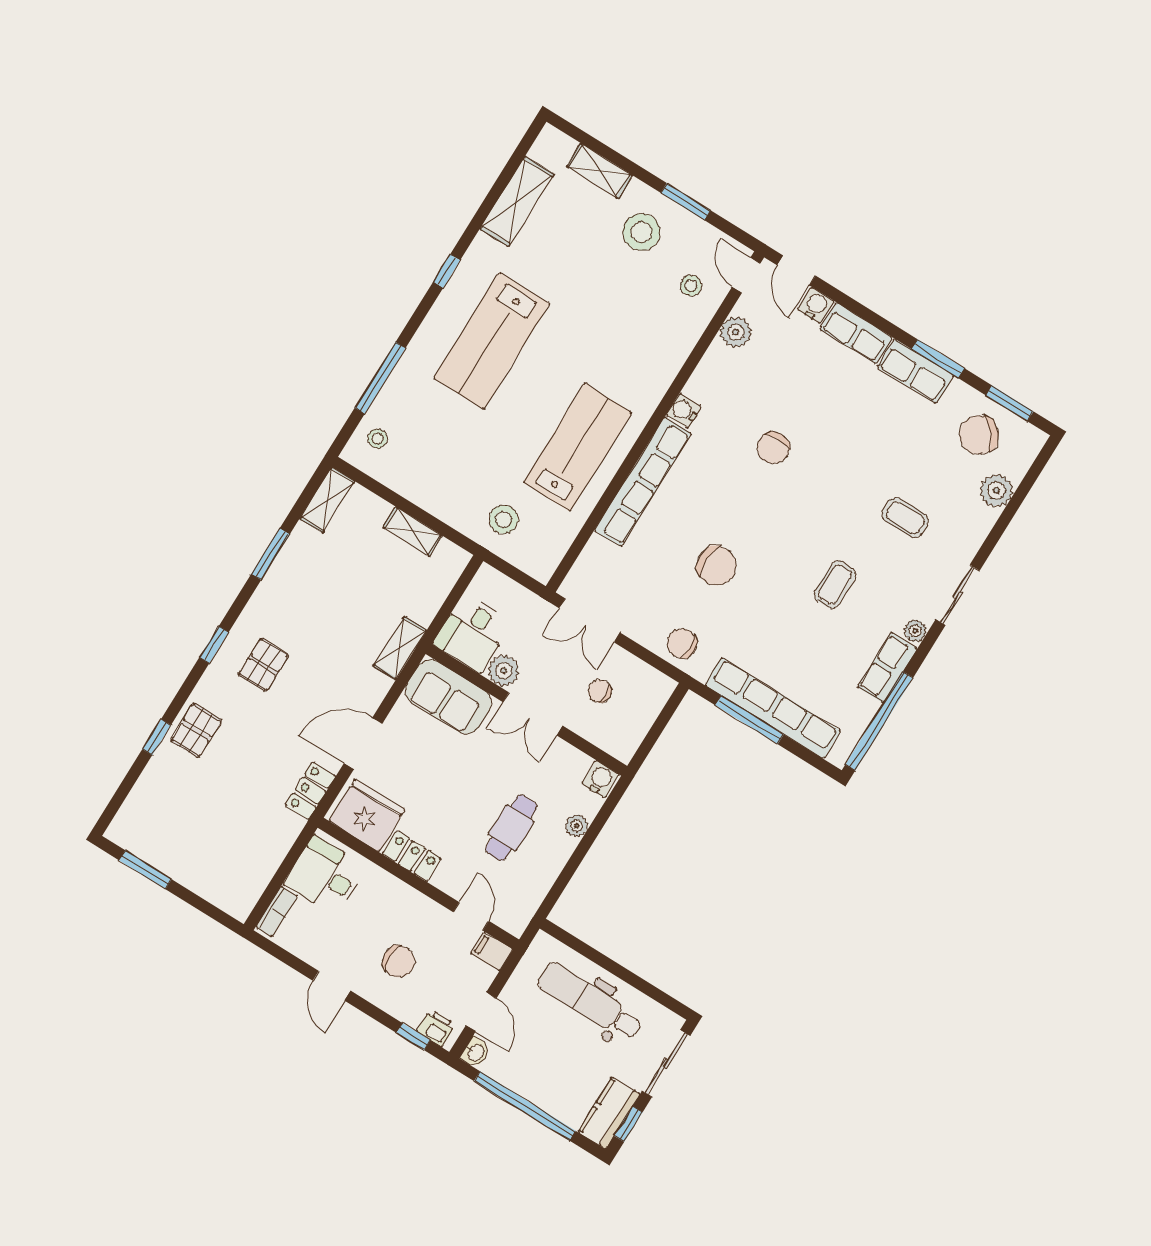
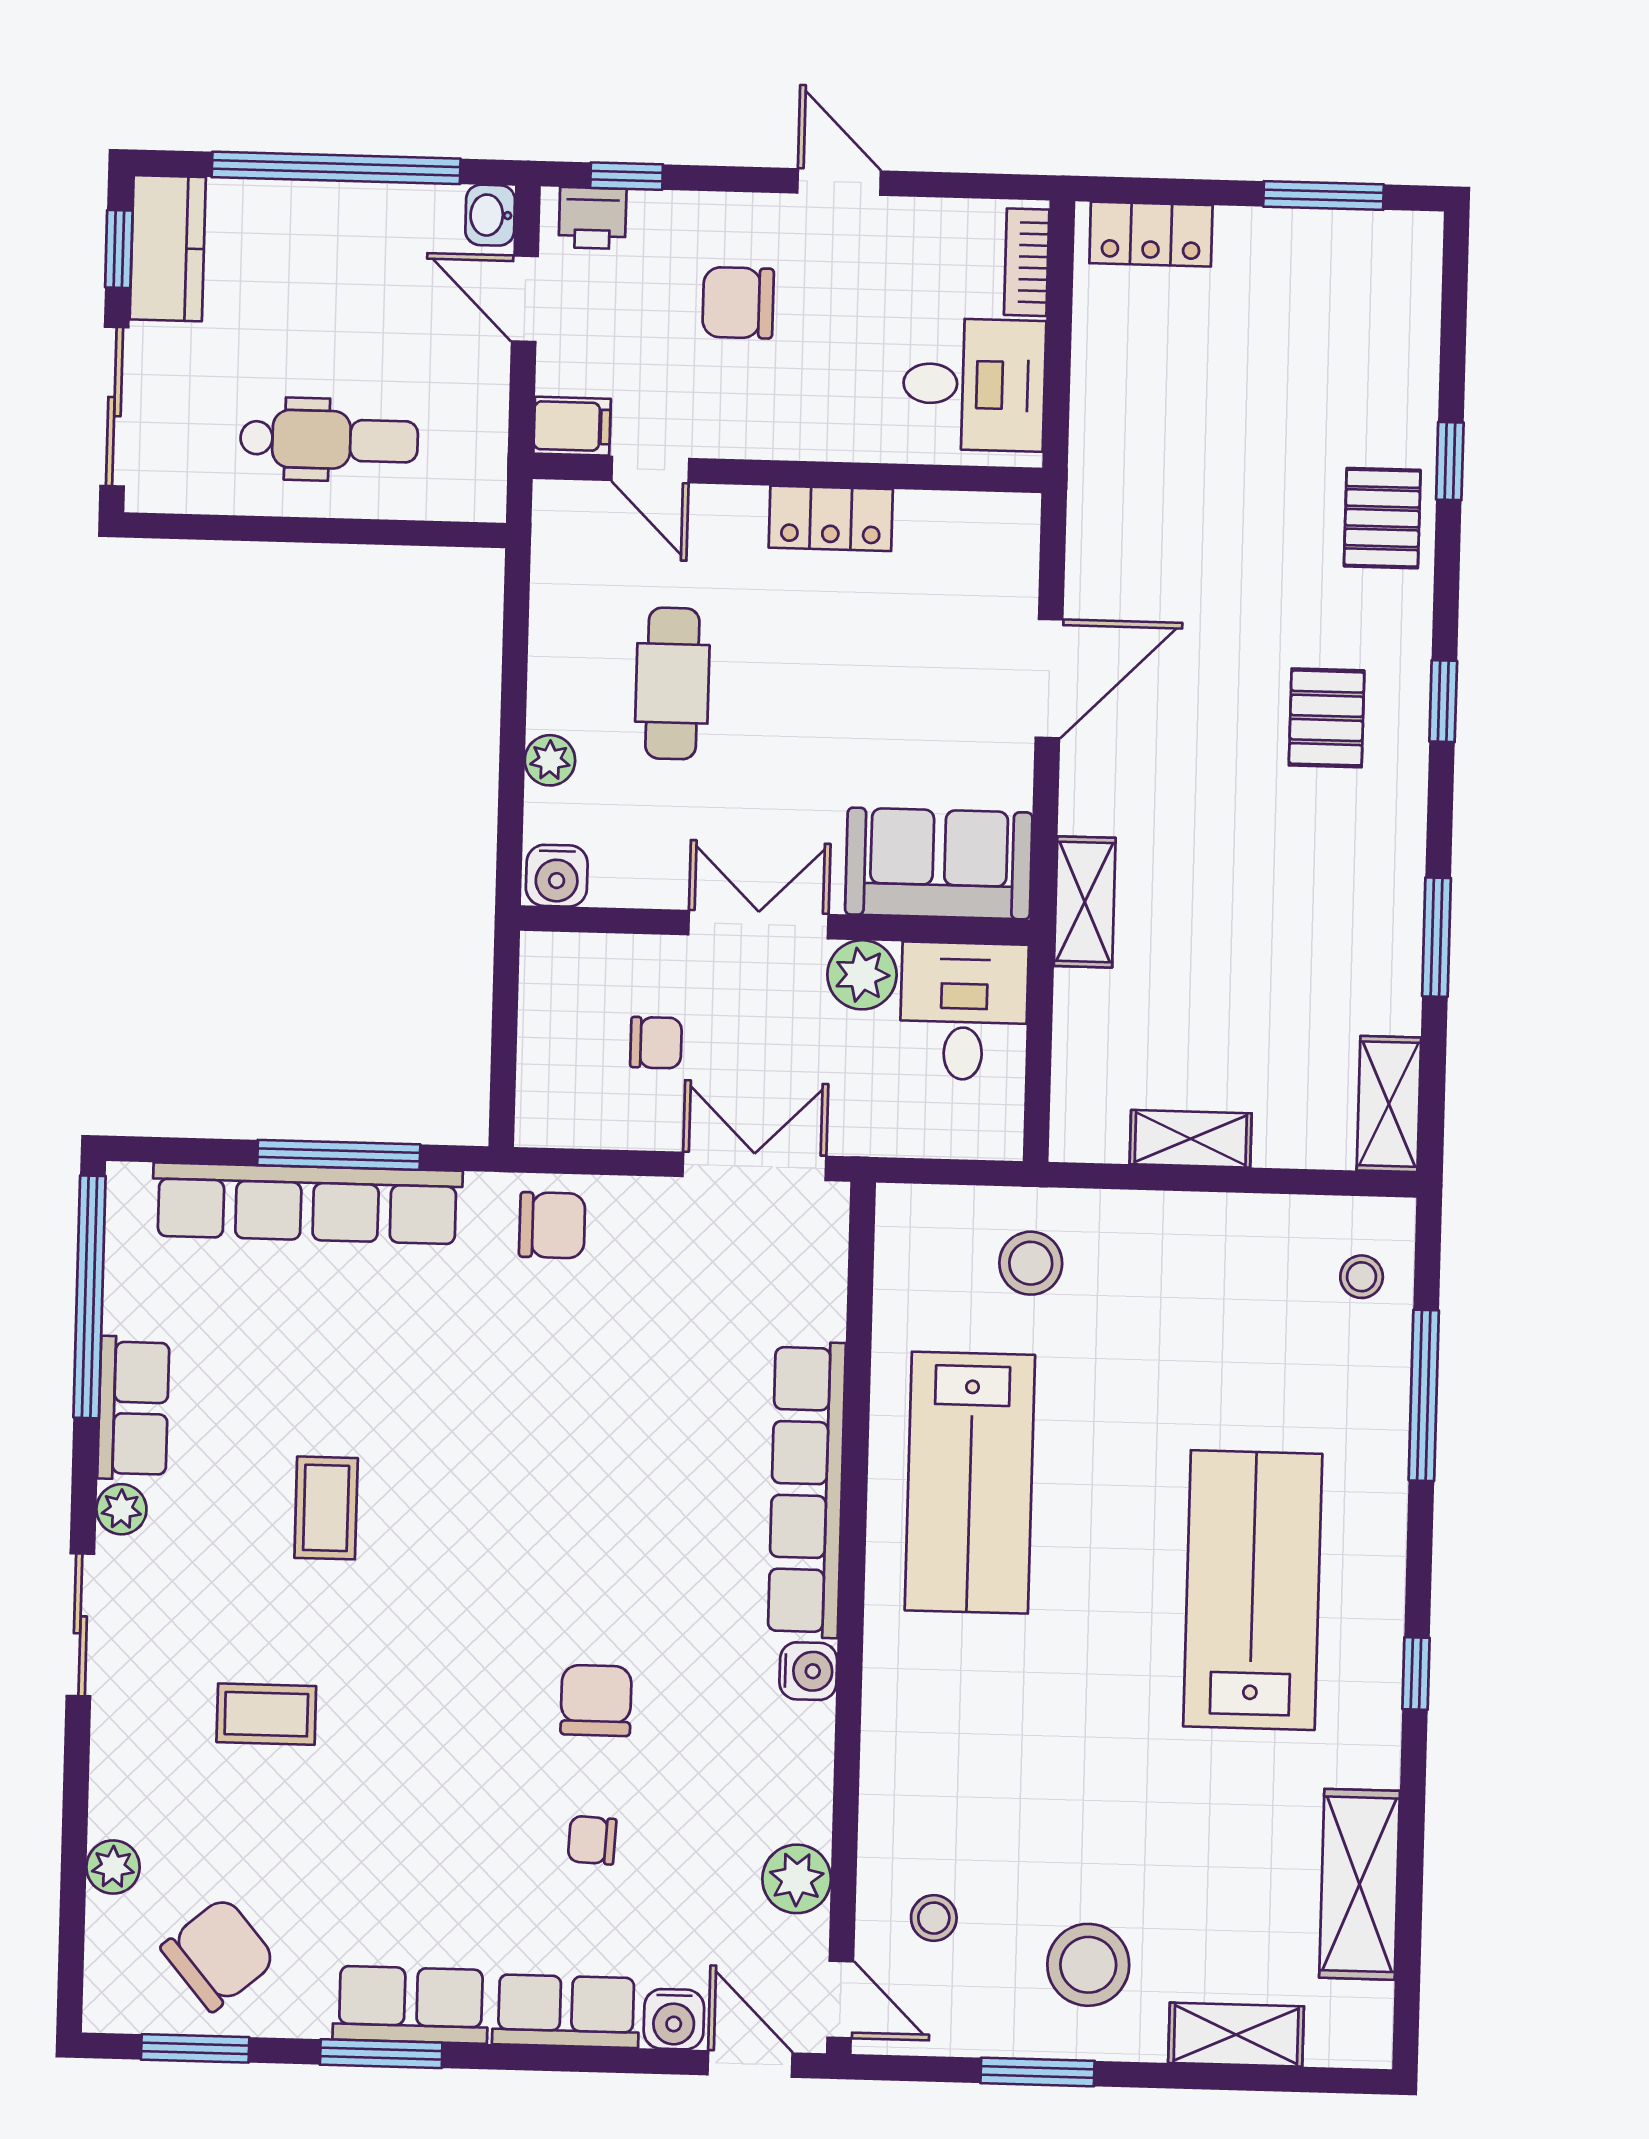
plant: (996, 491) -> (113, 1867), width x0.73, depth x0.73
chair: (717, 566) -> (592, 1840), moved, width x0.54, depth x0.54
locker: (310, 791) -> (1151, 234), moved, turned 90
fridge: (367, 815) -> (962, 546), removed
dental chair: (590, 1001) -> (329, 440), width x0.73, depth x0.72

